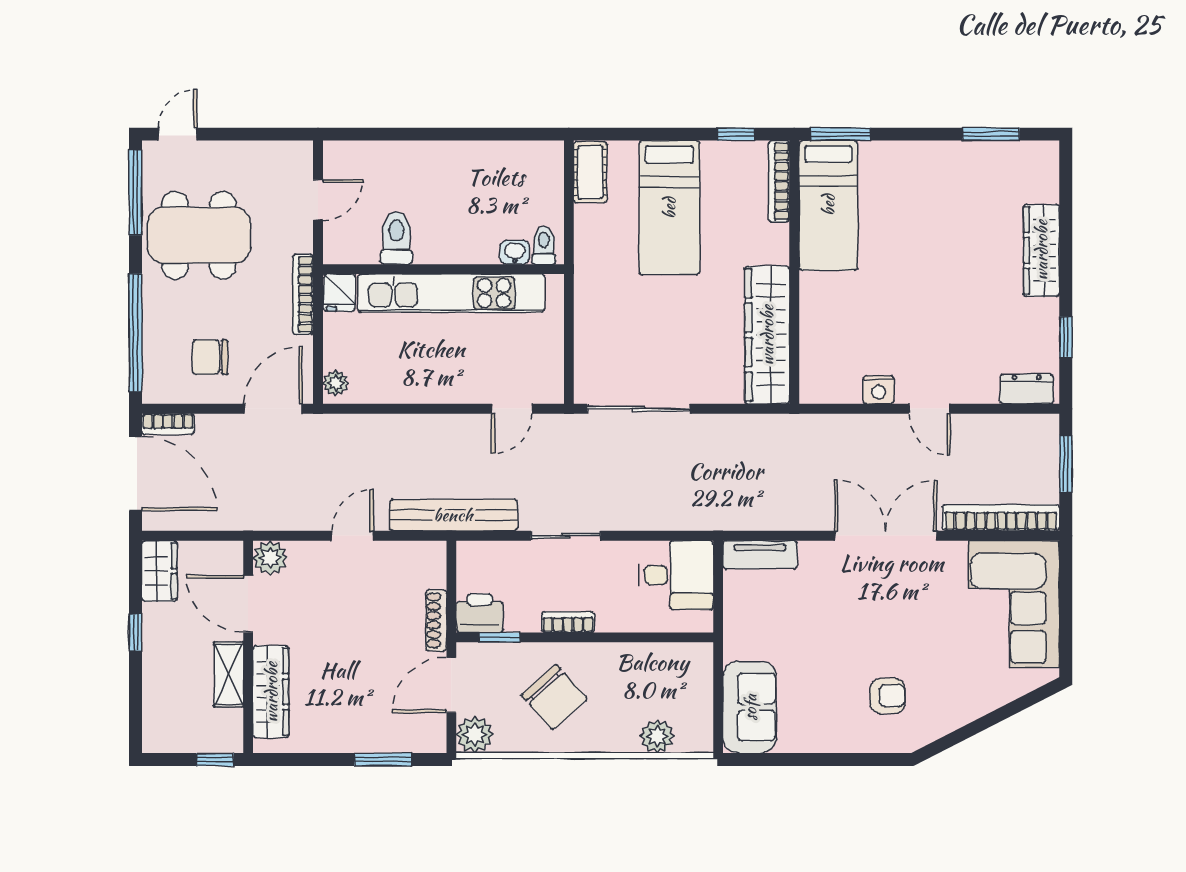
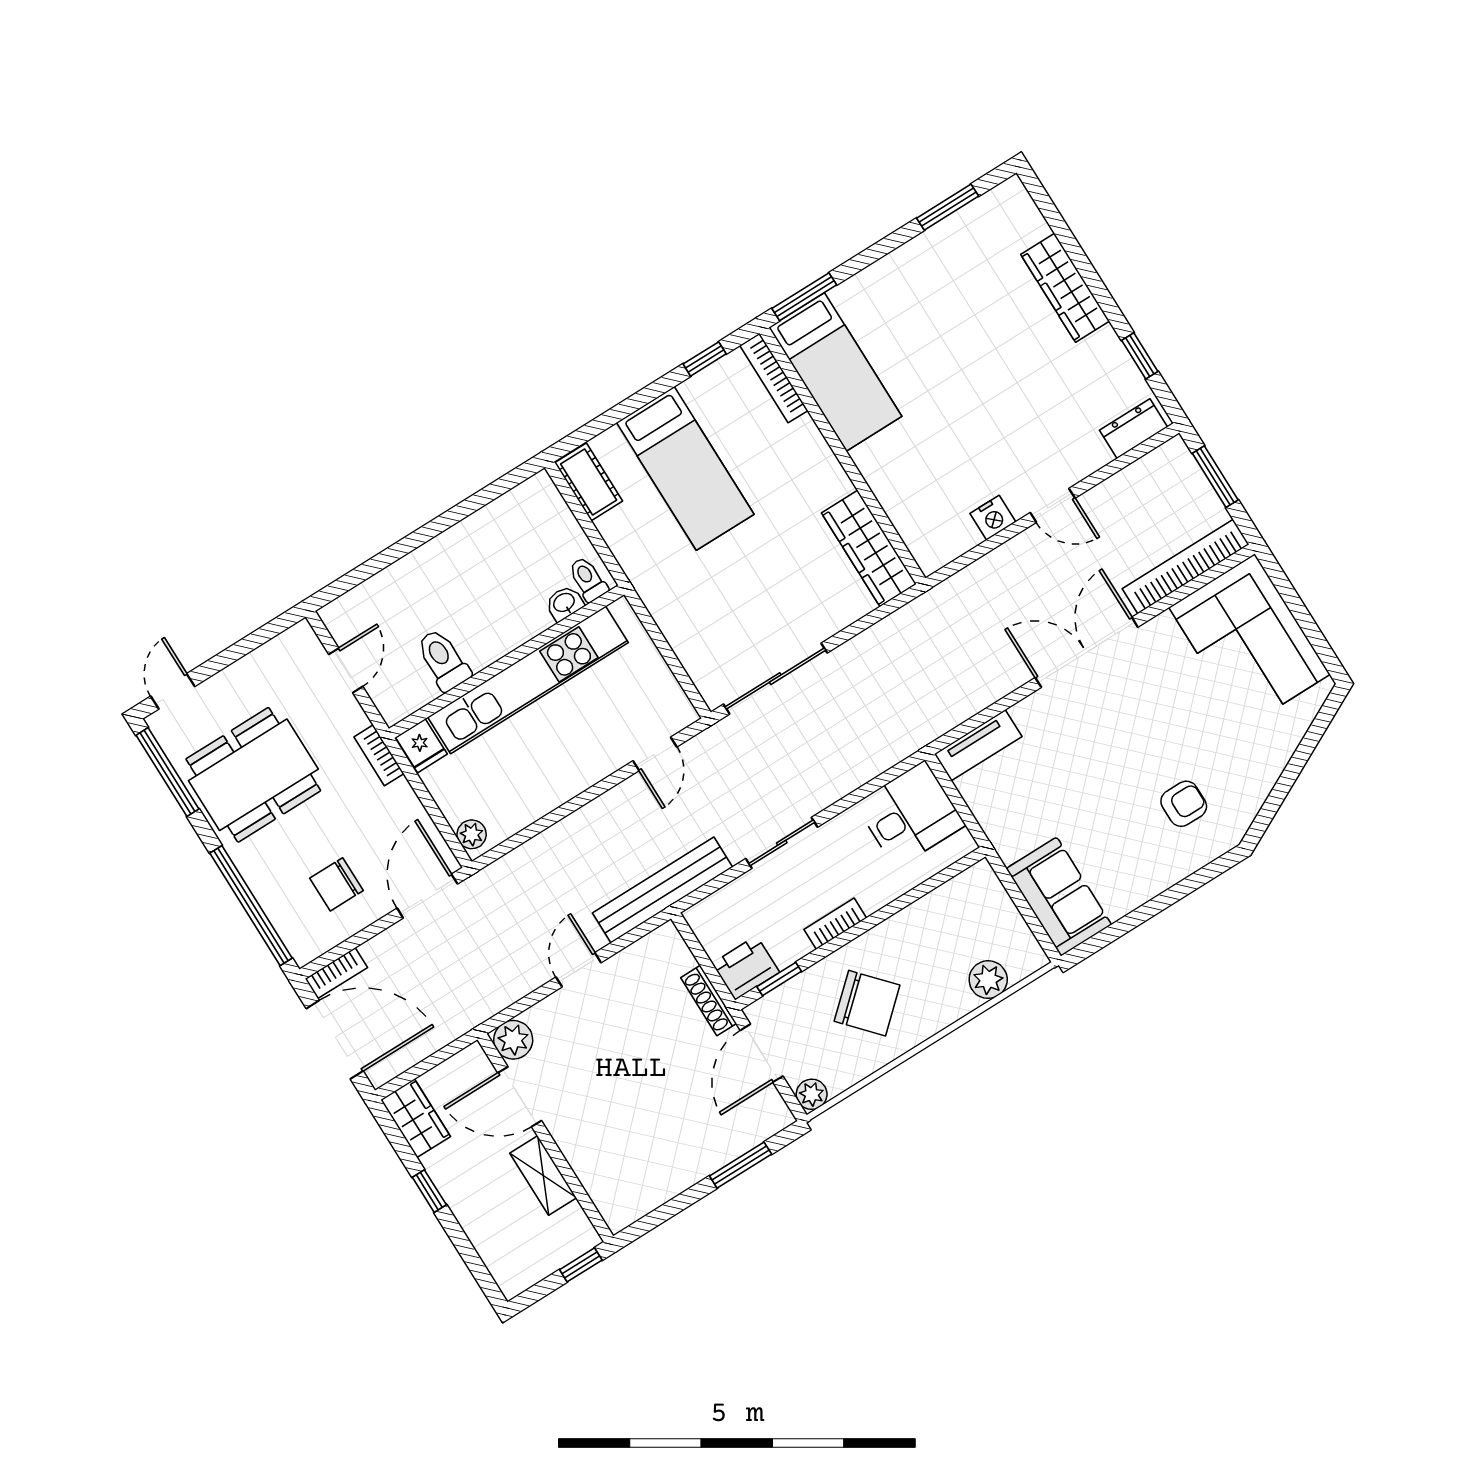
bookcase: (303, 294) -> (379, 755), width x0.64
wardrobe: (767, 335) -> (869, 548), width x0.71, depth x0.85
wardrobe: (271, 692) -> (593, 1167), removed
plant: (475, 735) -> (812, 1094), width x0.73, depth x0.73

